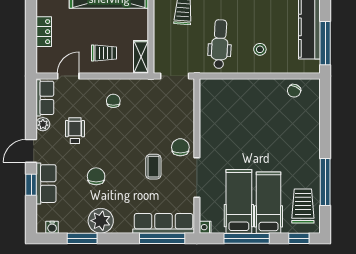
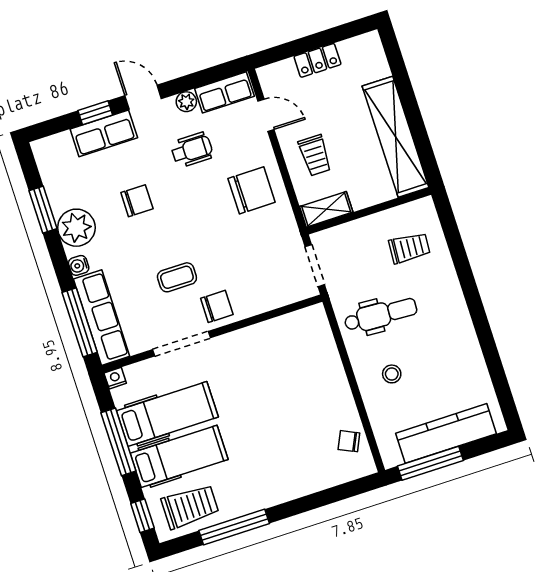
chair: (113, 101) -> (252, 190), width x1.87, depth x1.87
water cooler: (52, 227) -> (79, 265), moved

